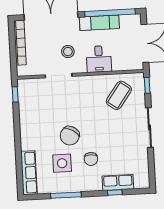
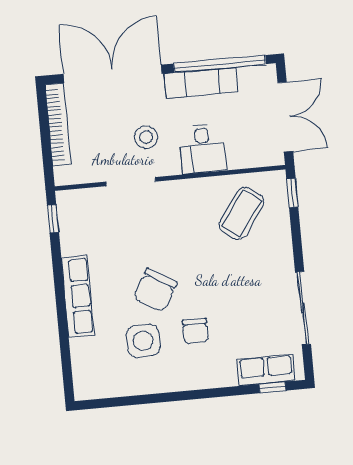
sliding door: (149, 128) -> (303, 308), moved
row of seats: (29, 173) -> (78, 296), moved
row of seats: (118, 182) -> (266, 370), moved
window: (115, 192) -> (272, 387), moved
window: (66, 195) -> (152, 398), removed

